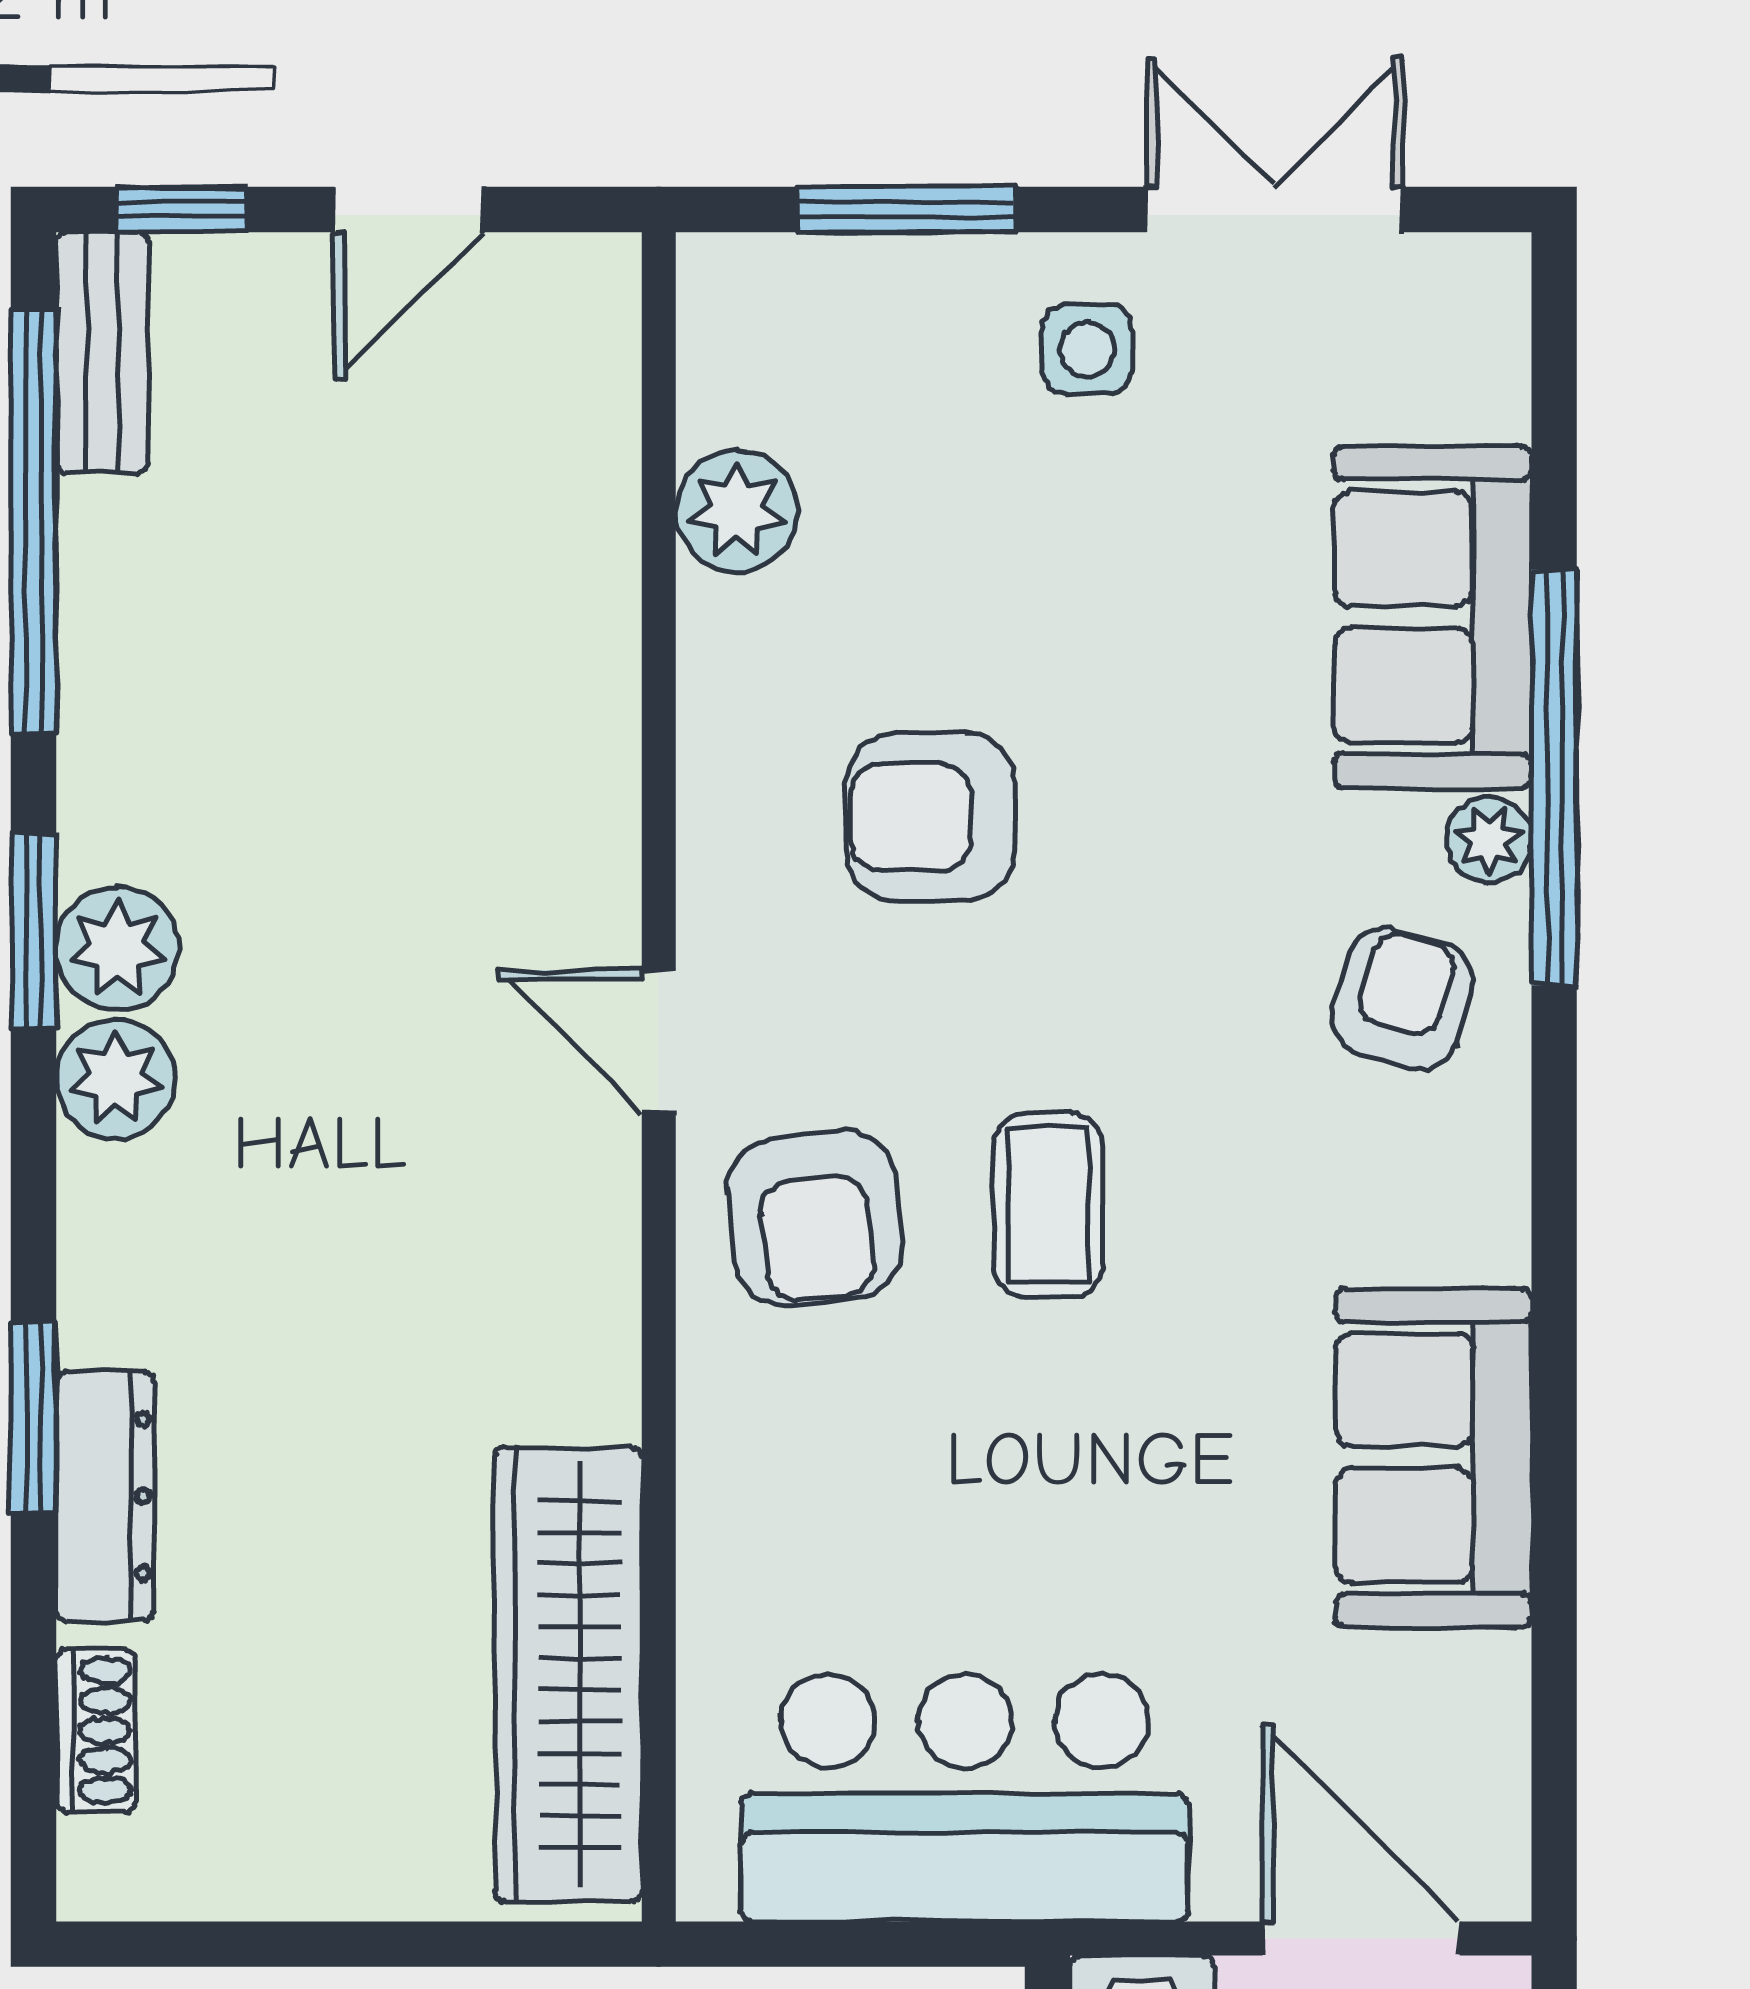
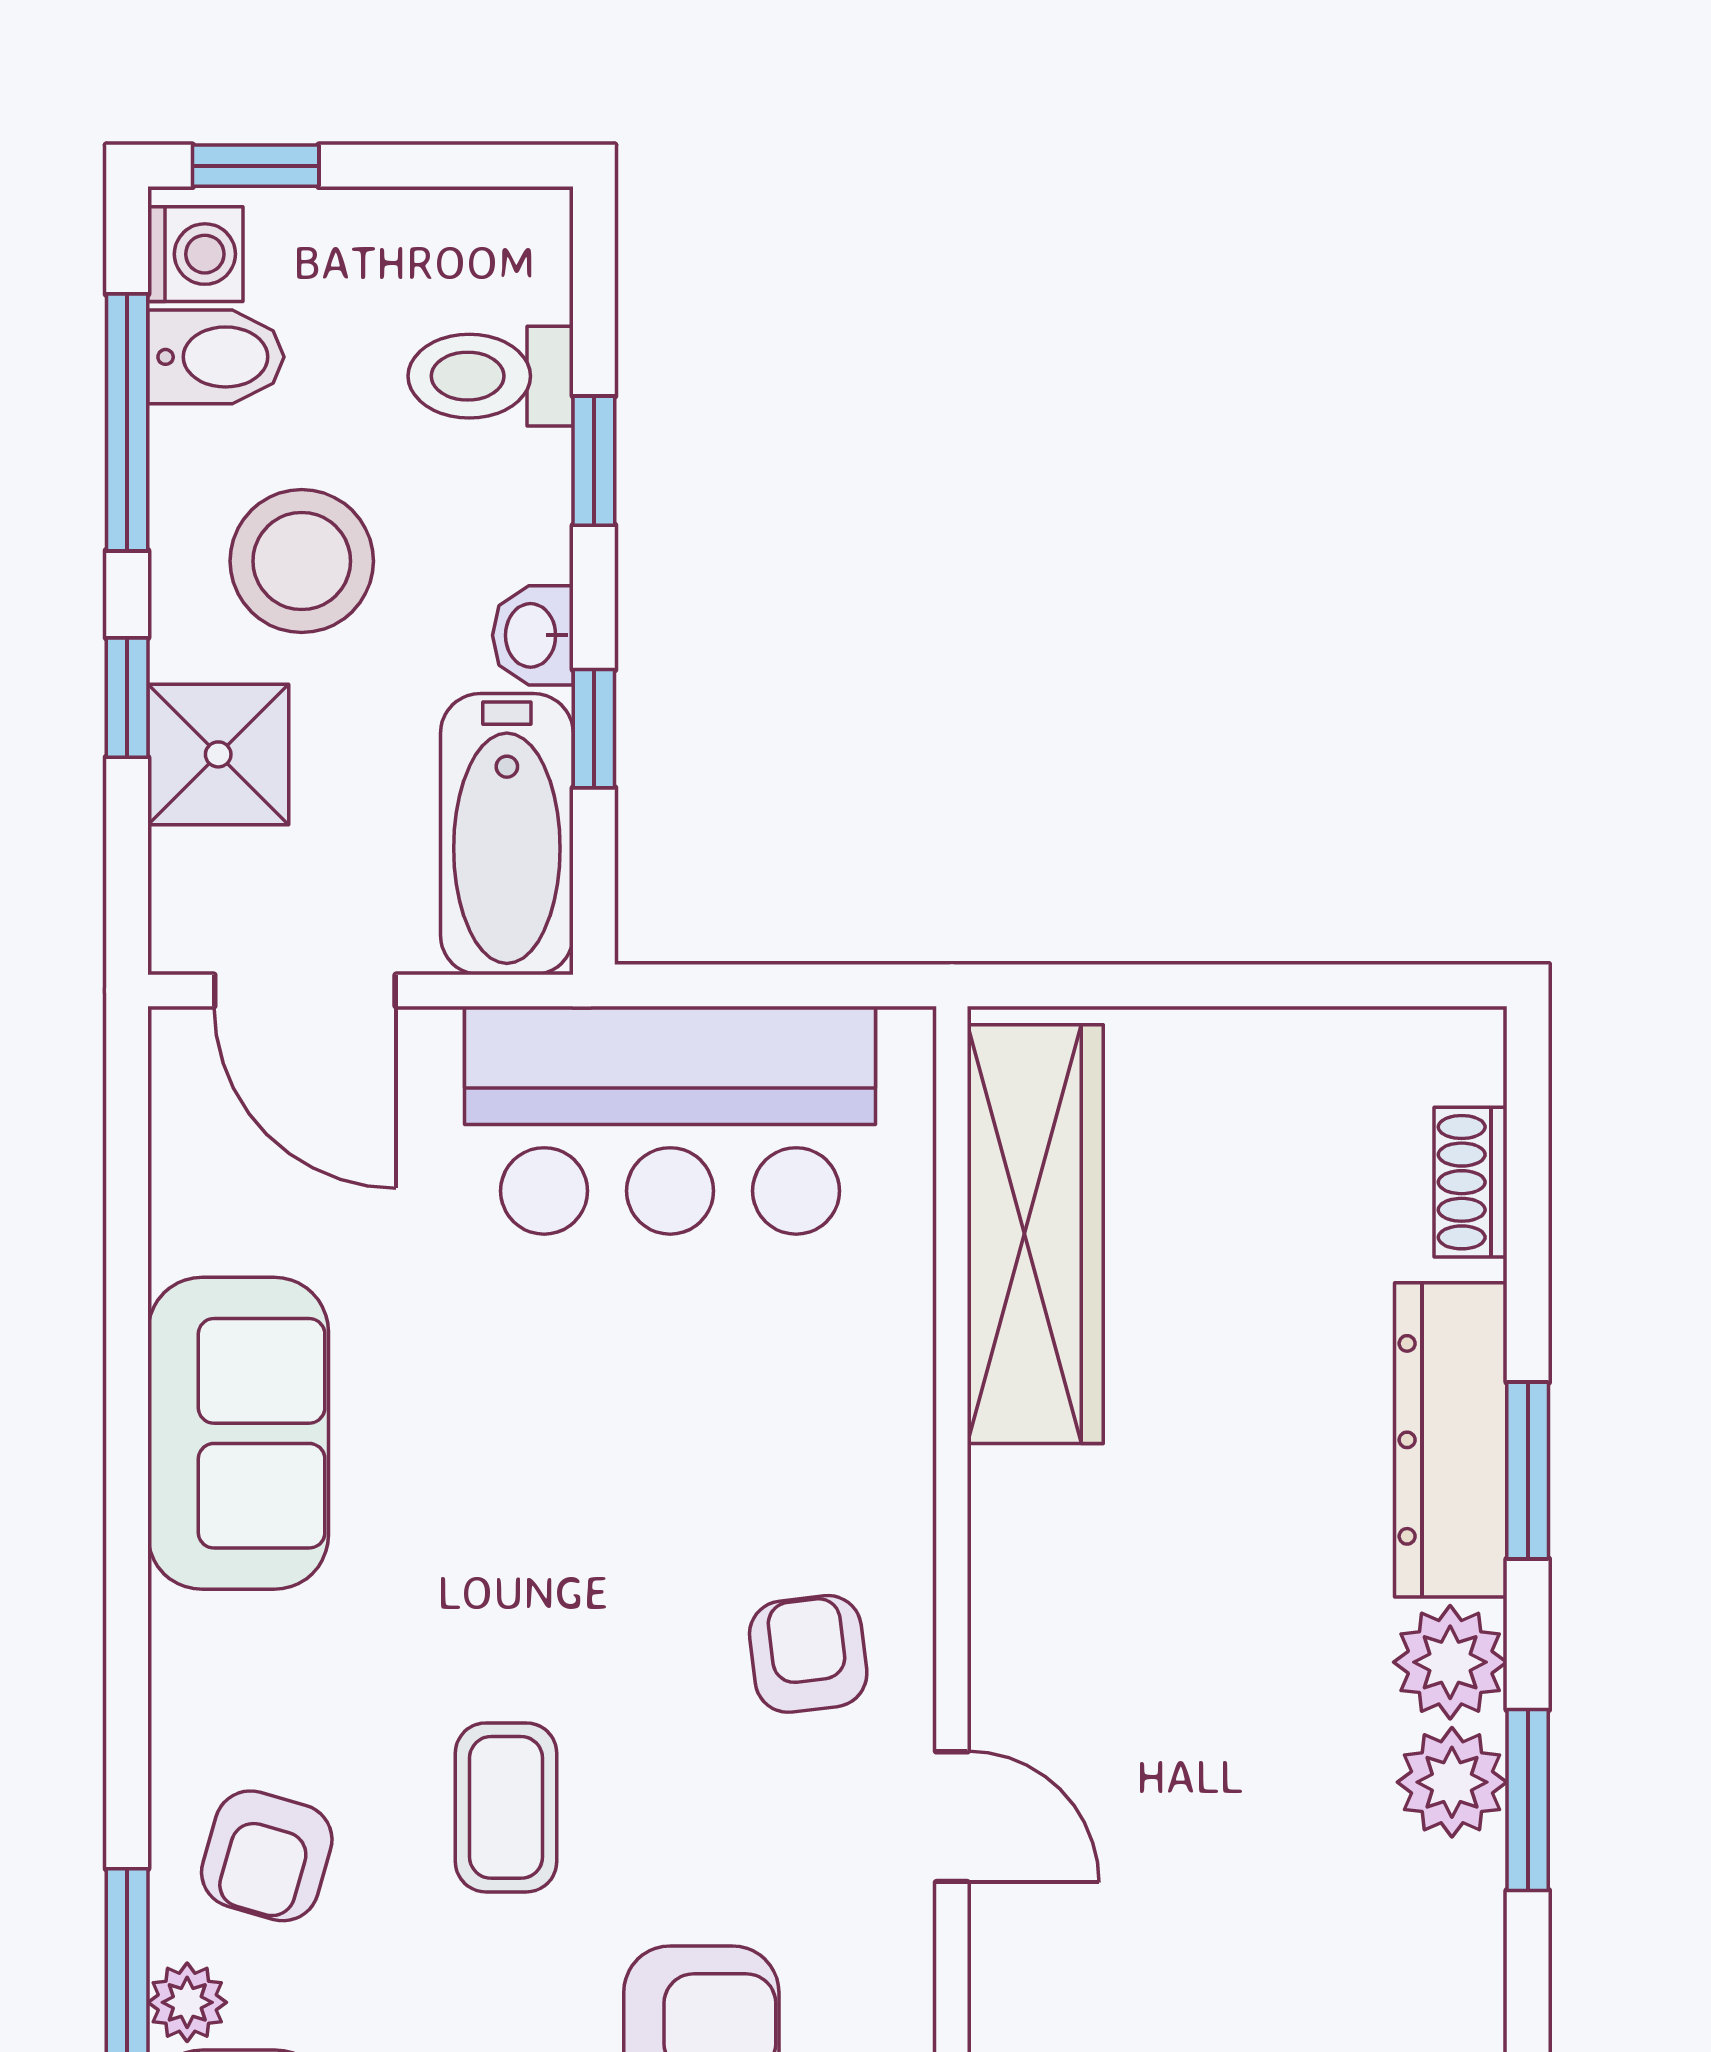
window: (34, 931) -> (1528, 1800), moved
plant: (118, 949) -> (1450, 1662), moved
coffee table: (1048, 1205) -> (506, 1807), moved
armchair: (815, 1218) -> (808, 1654), width x0.72, depth x0.72
dresser: (105, 1496) -> (1451, 1440), width x1.37, depth x1.24

